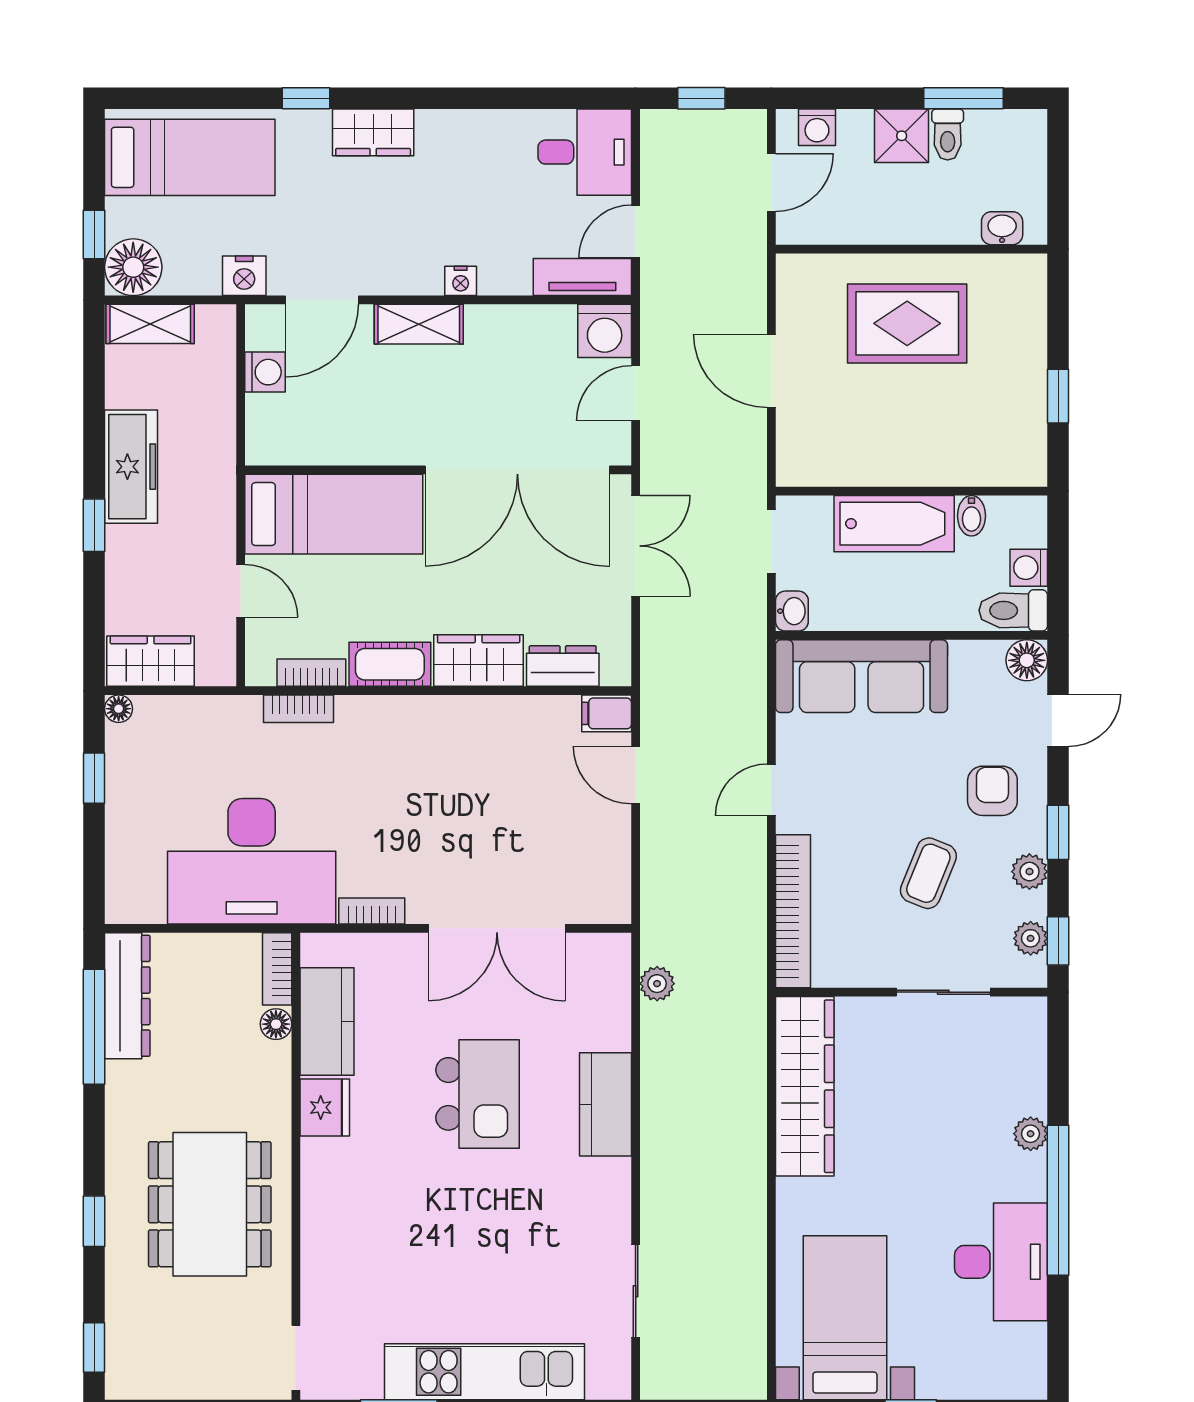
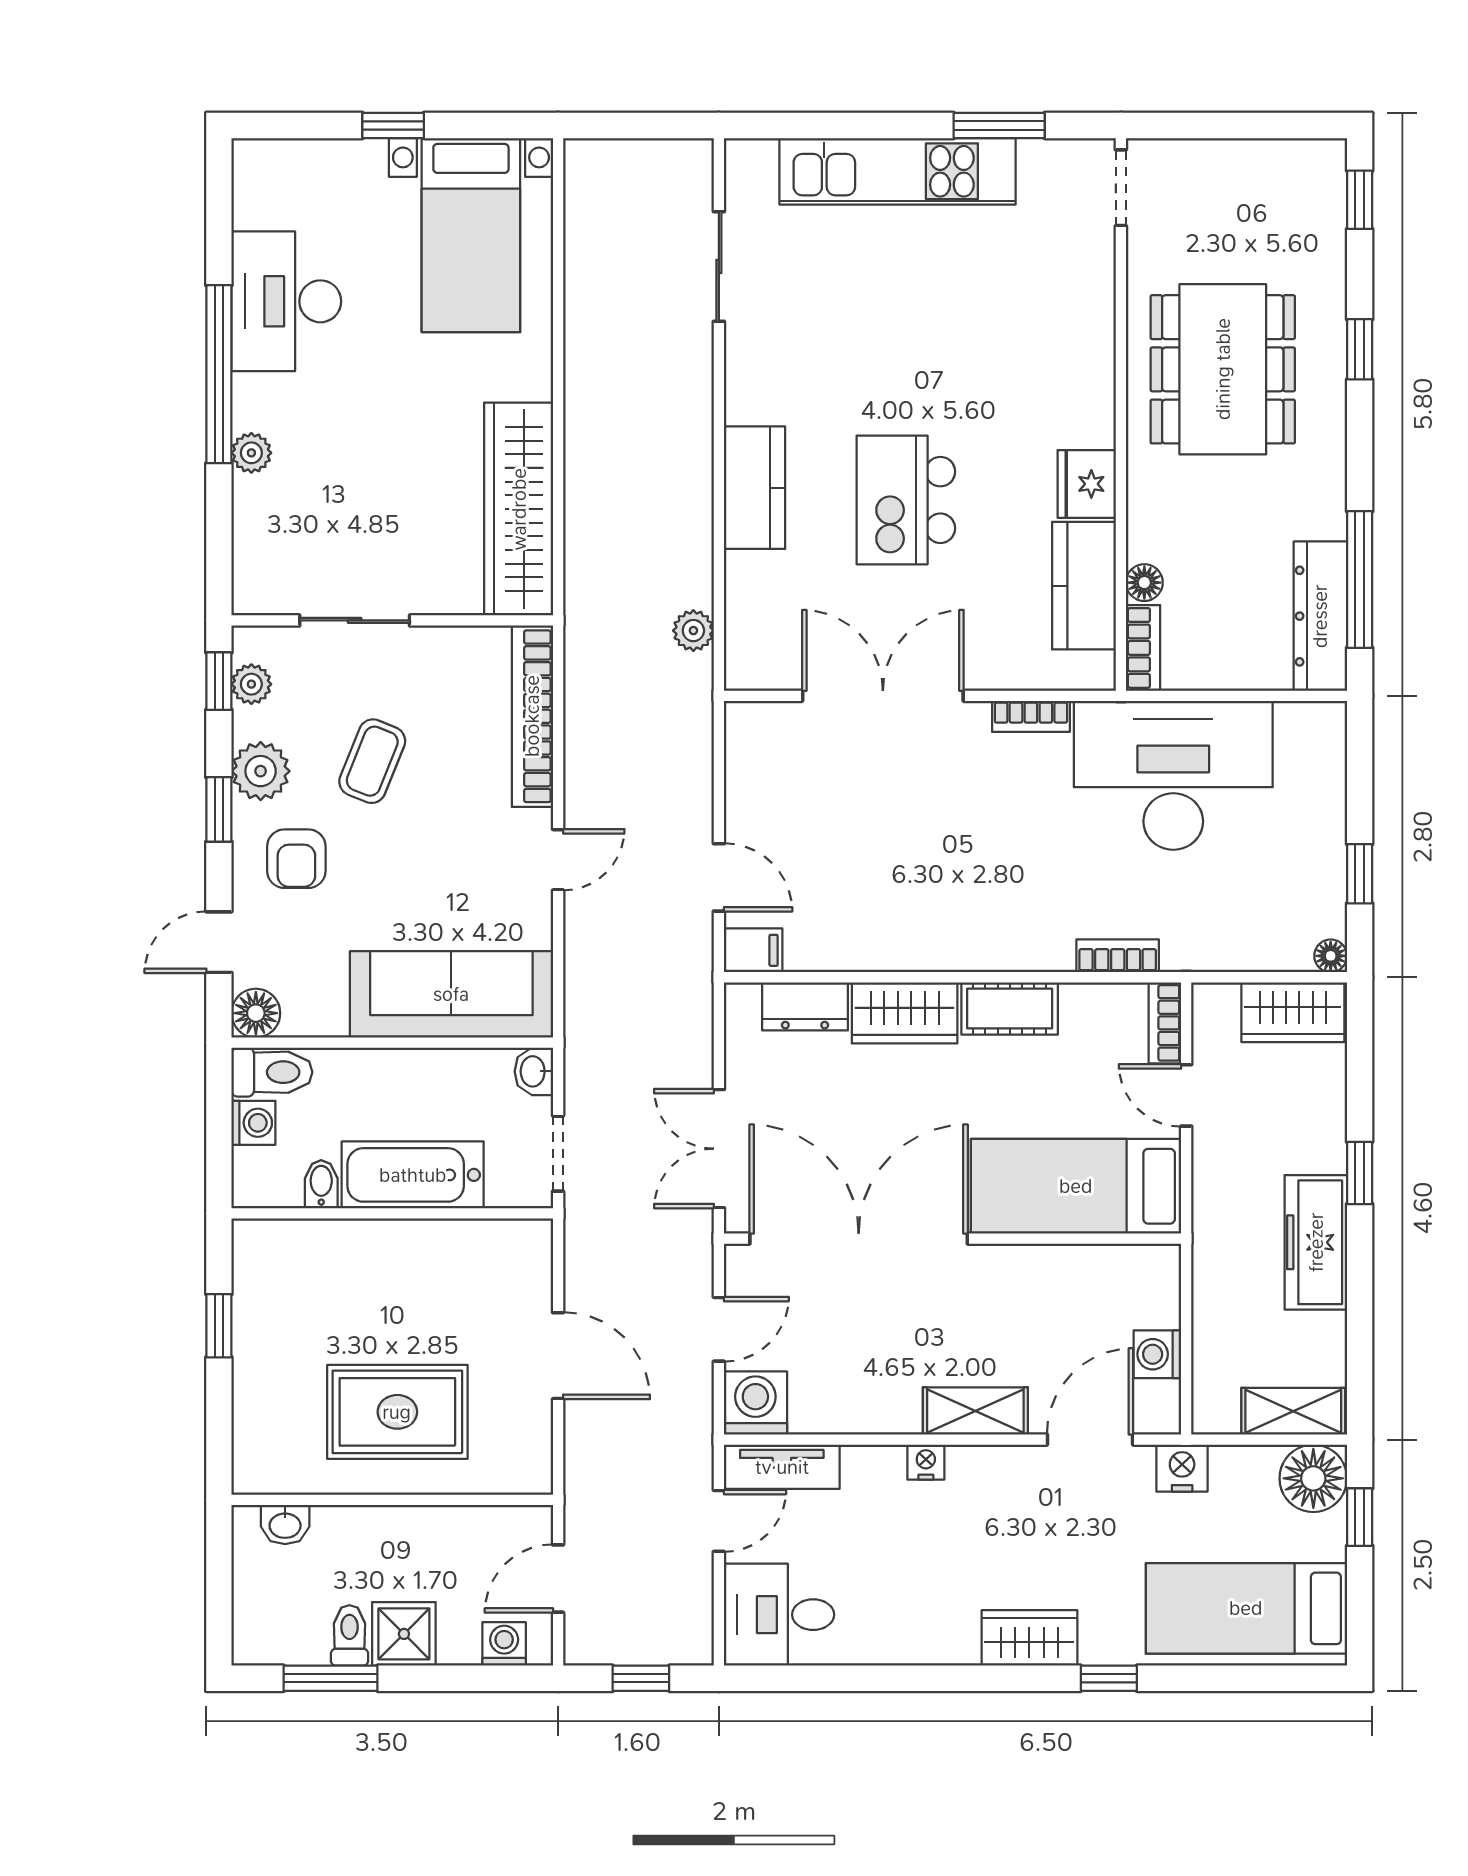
bookcase: (311, 673) -> (1165, 1023), moved, turned 90
plant: (1029, 872) -> (261, 771), width x1.38, depth x1.38

